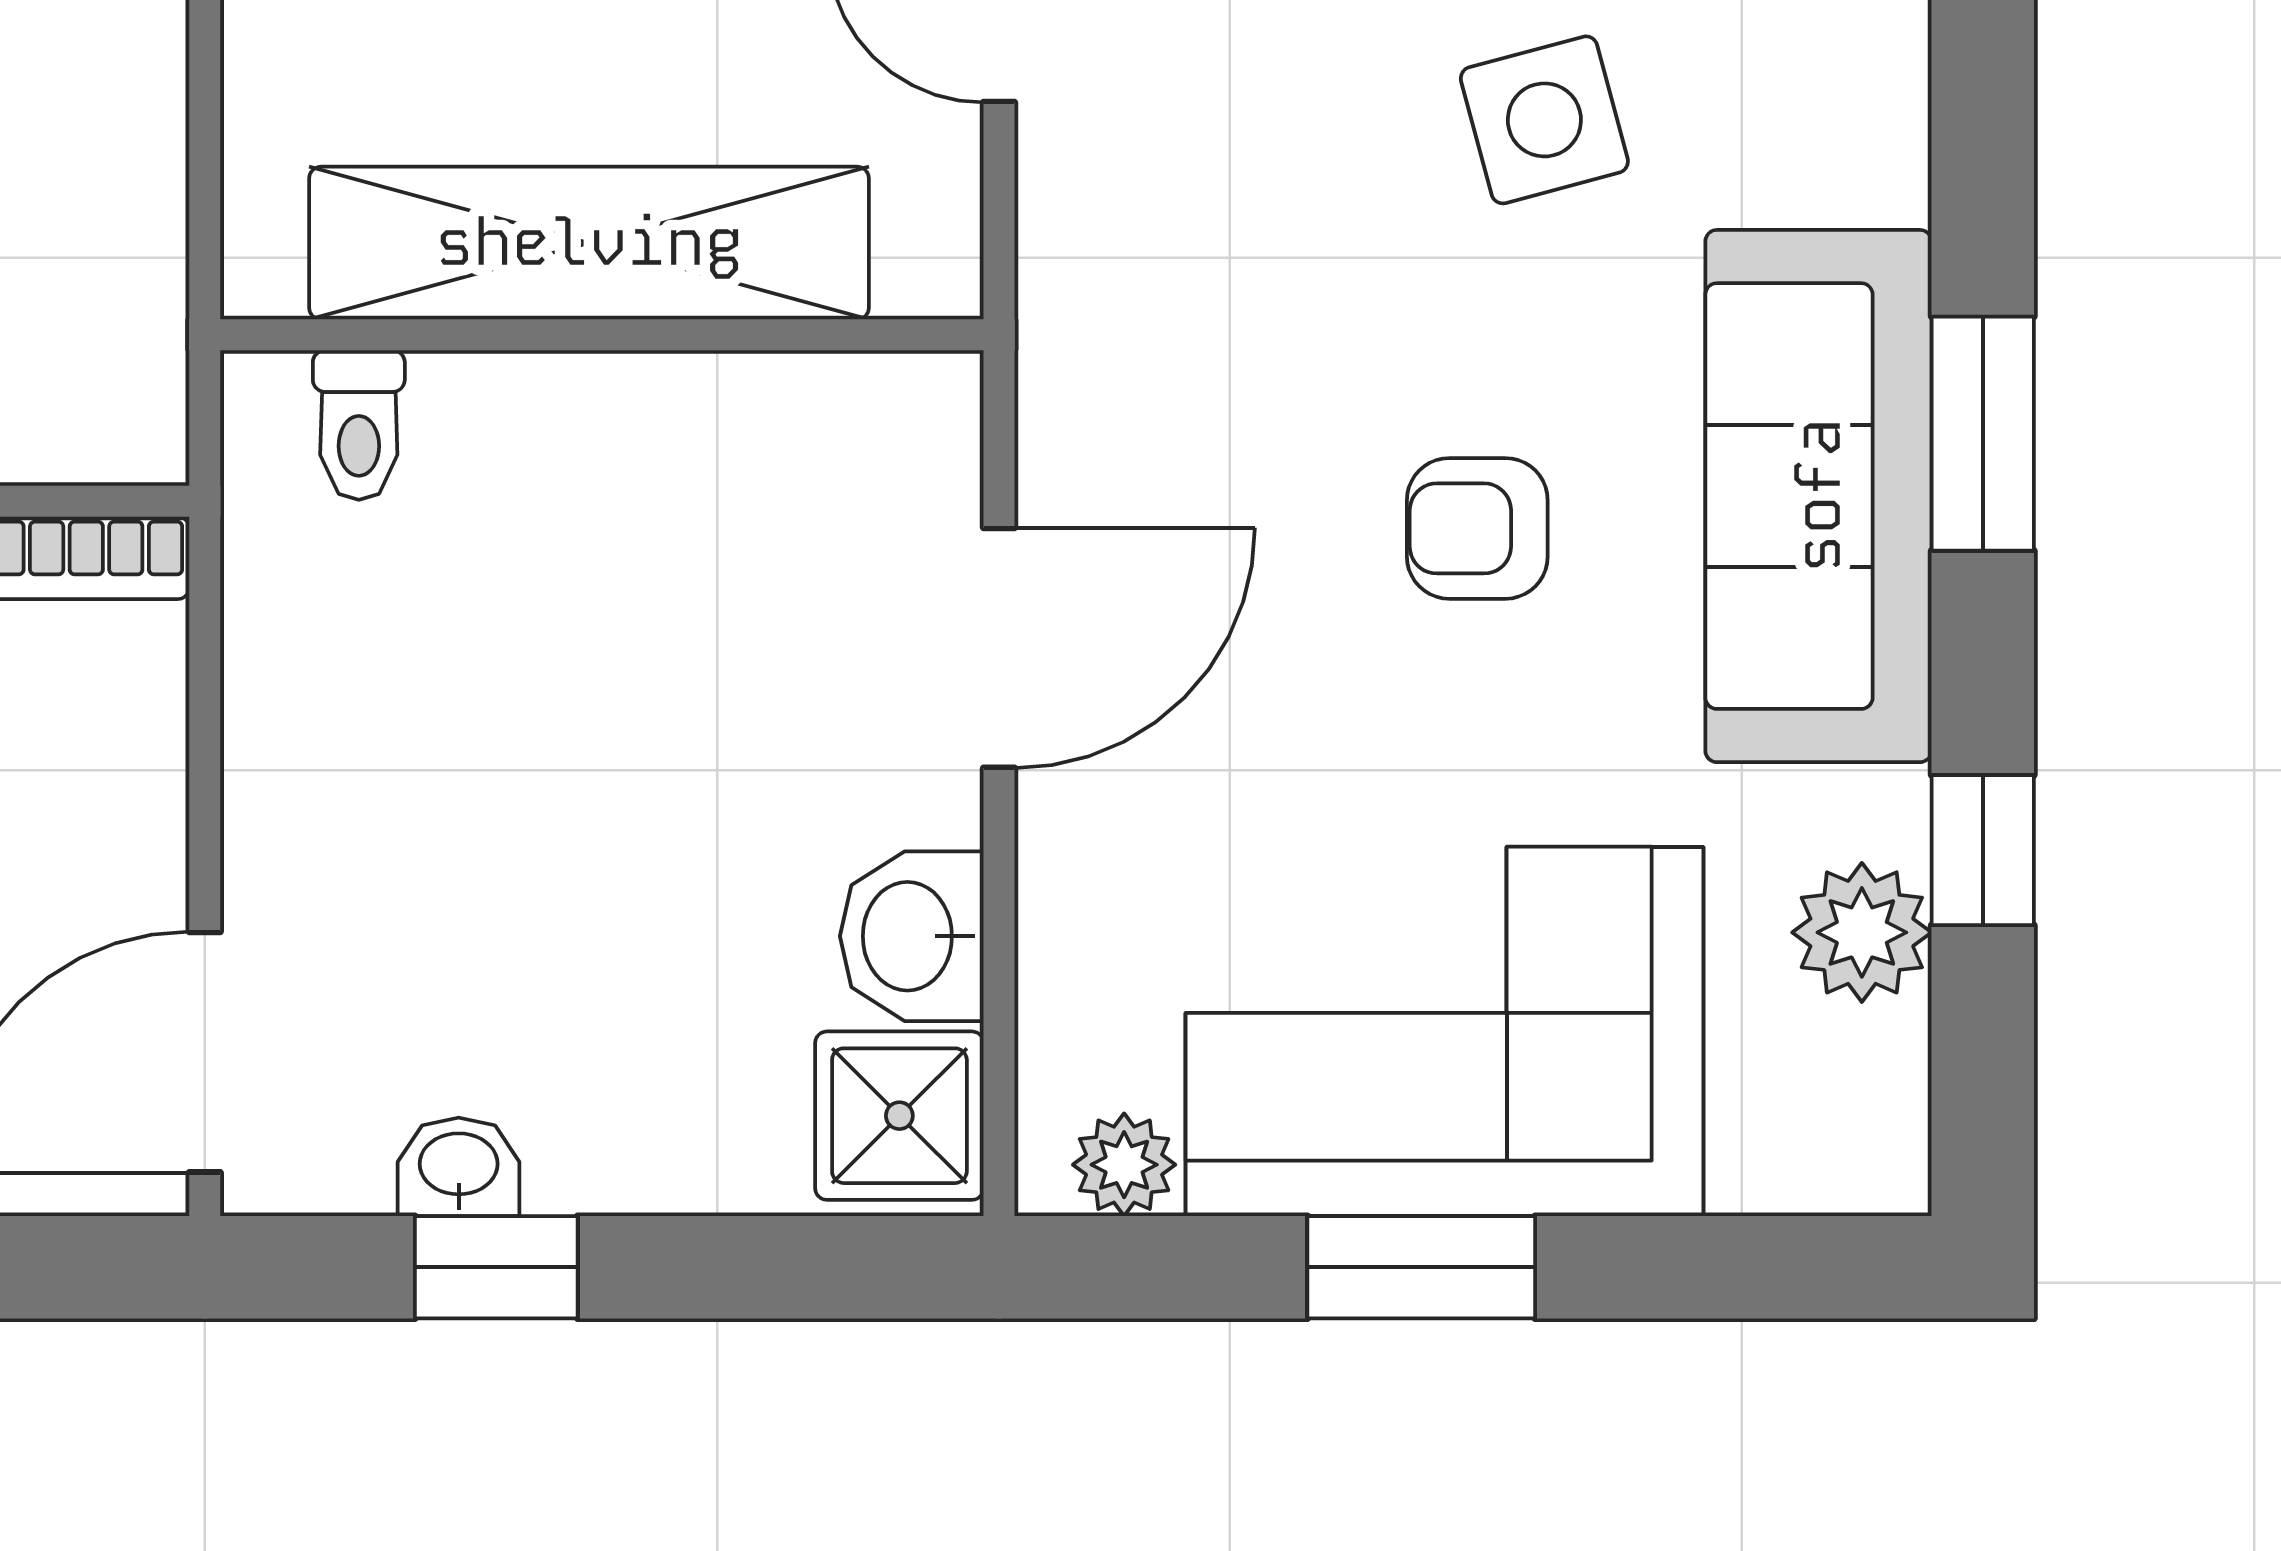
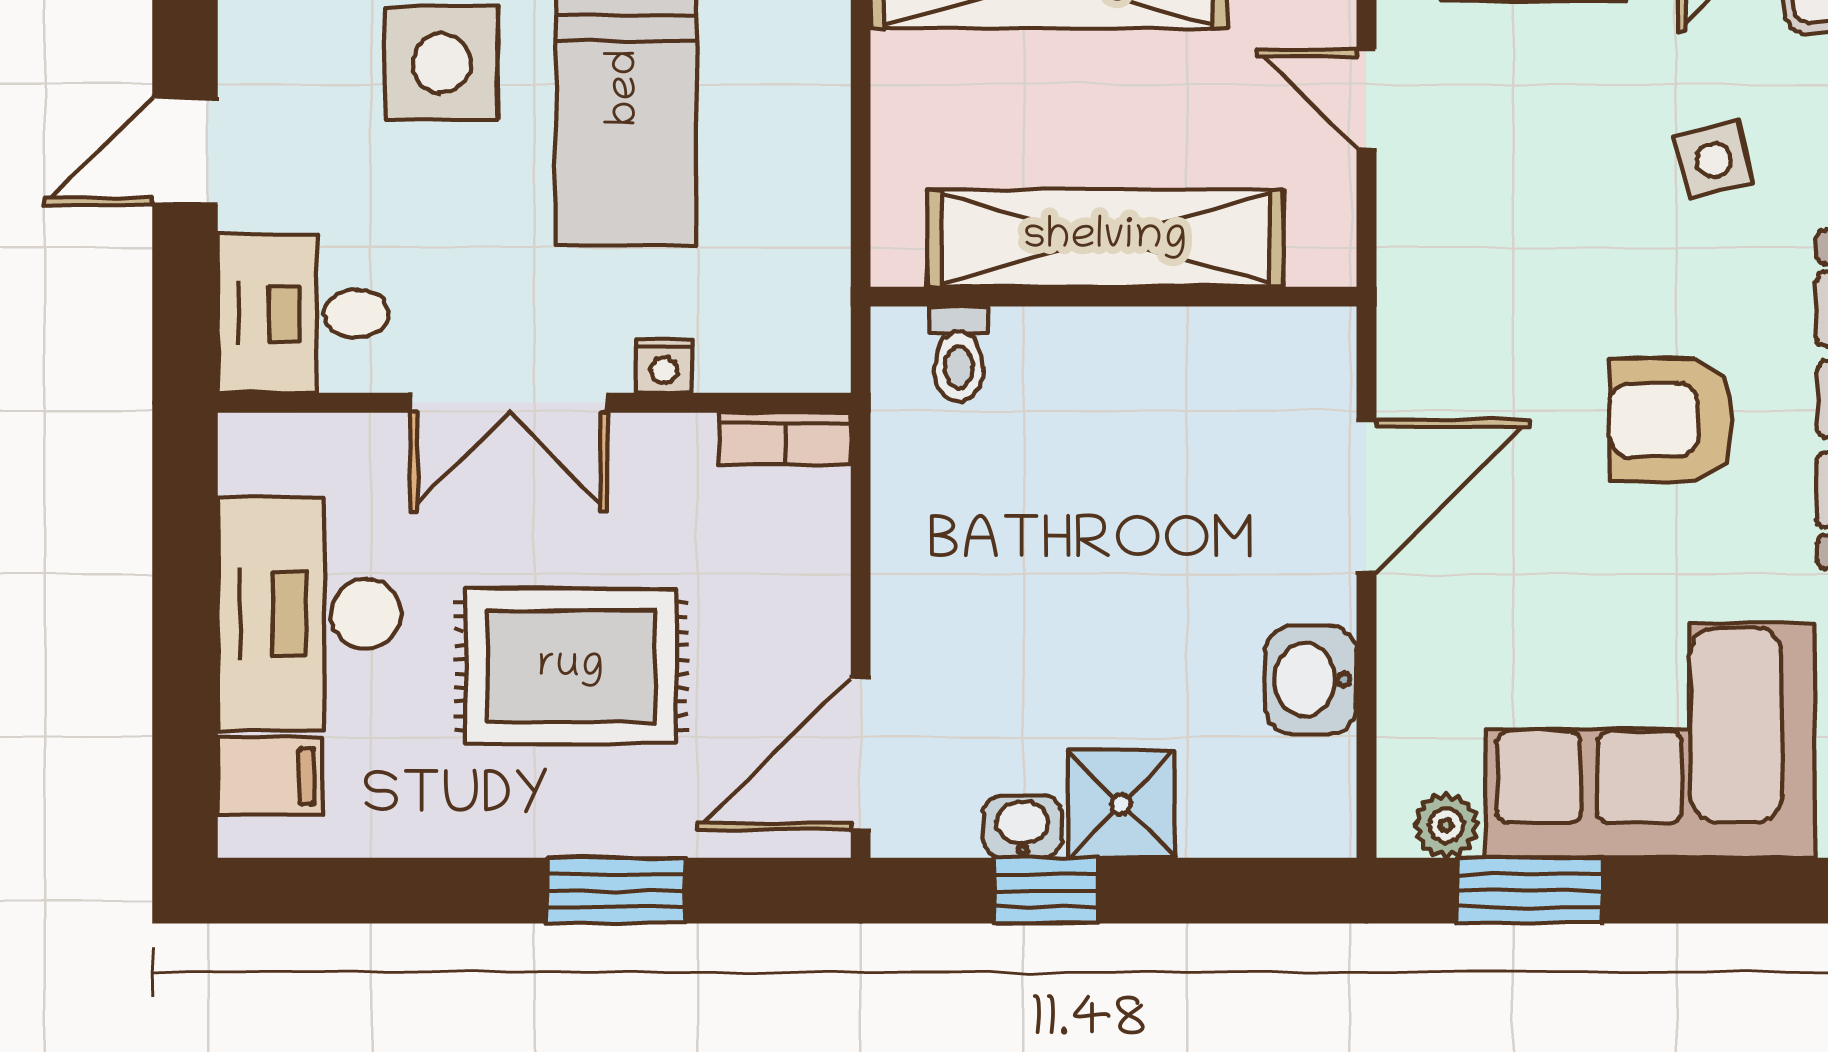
side table: (1544, 120) -> (1714, 160), width x0.73, depth x0.73
armchair: (1477, 528) -> (1671, 420), width x1.38, depth x1.38
shower: (899, 1116) -> (1121, 804), moved
window: (1421, 1267) -> (1530, 891), moved

